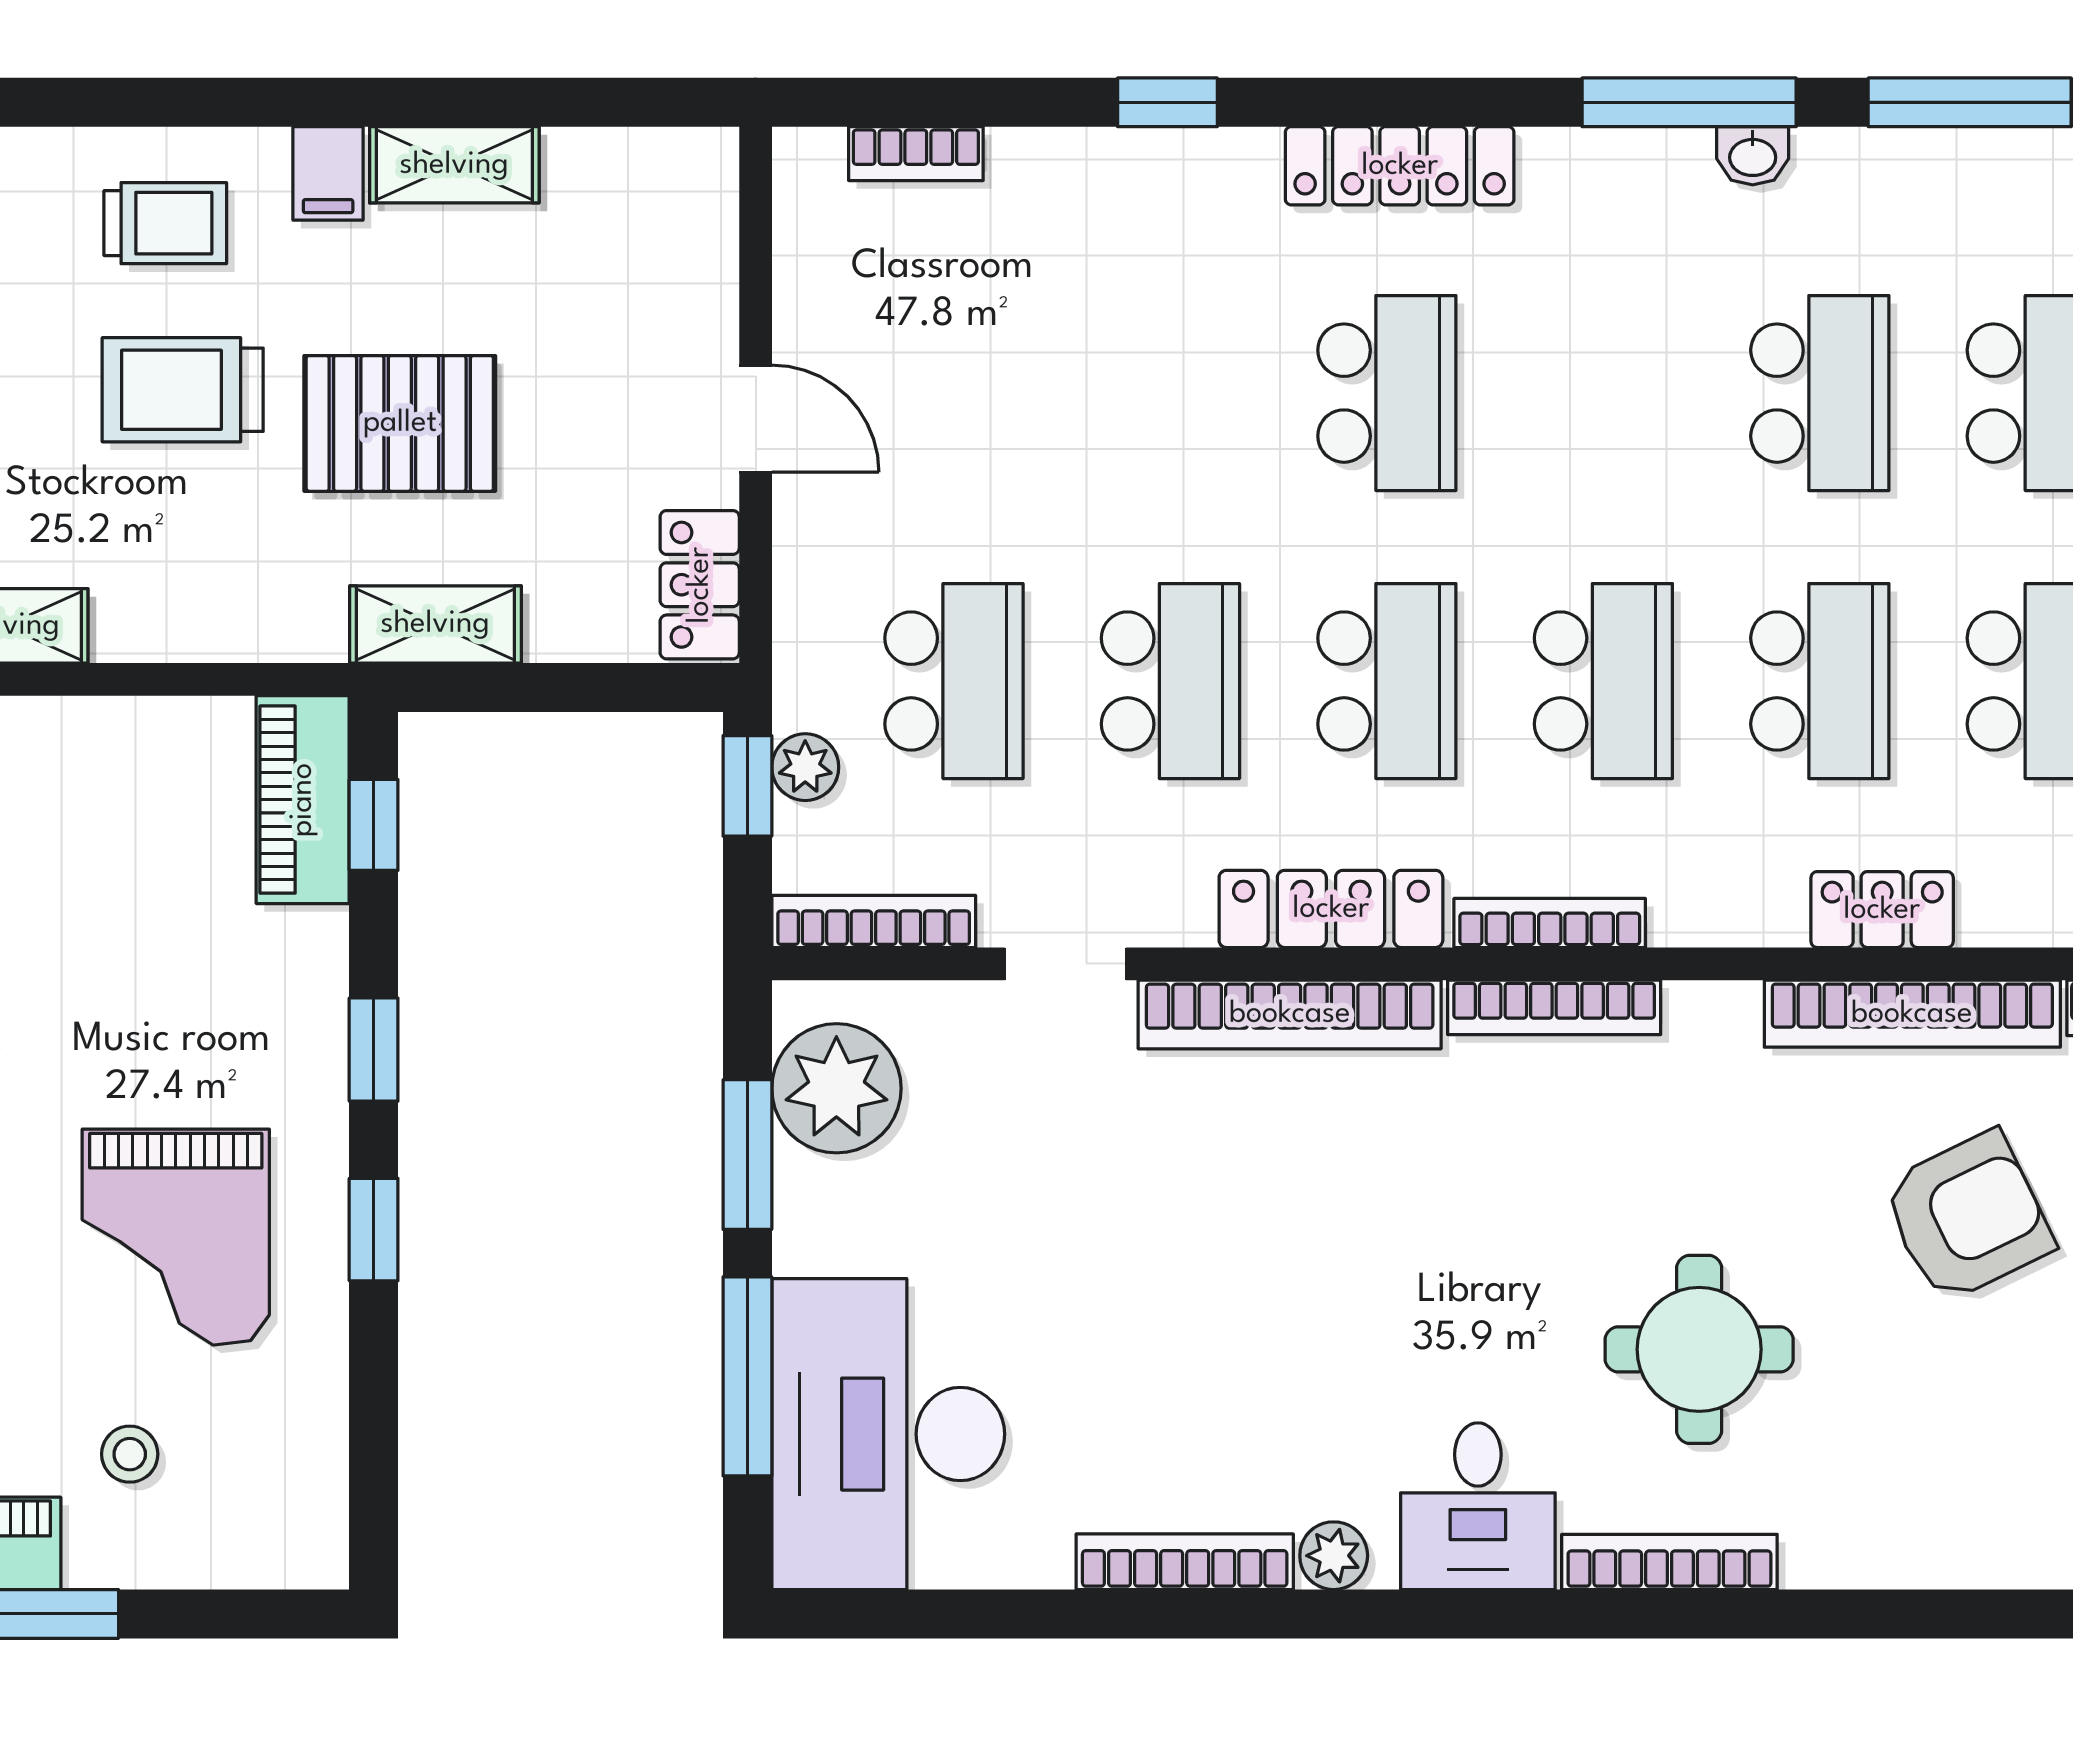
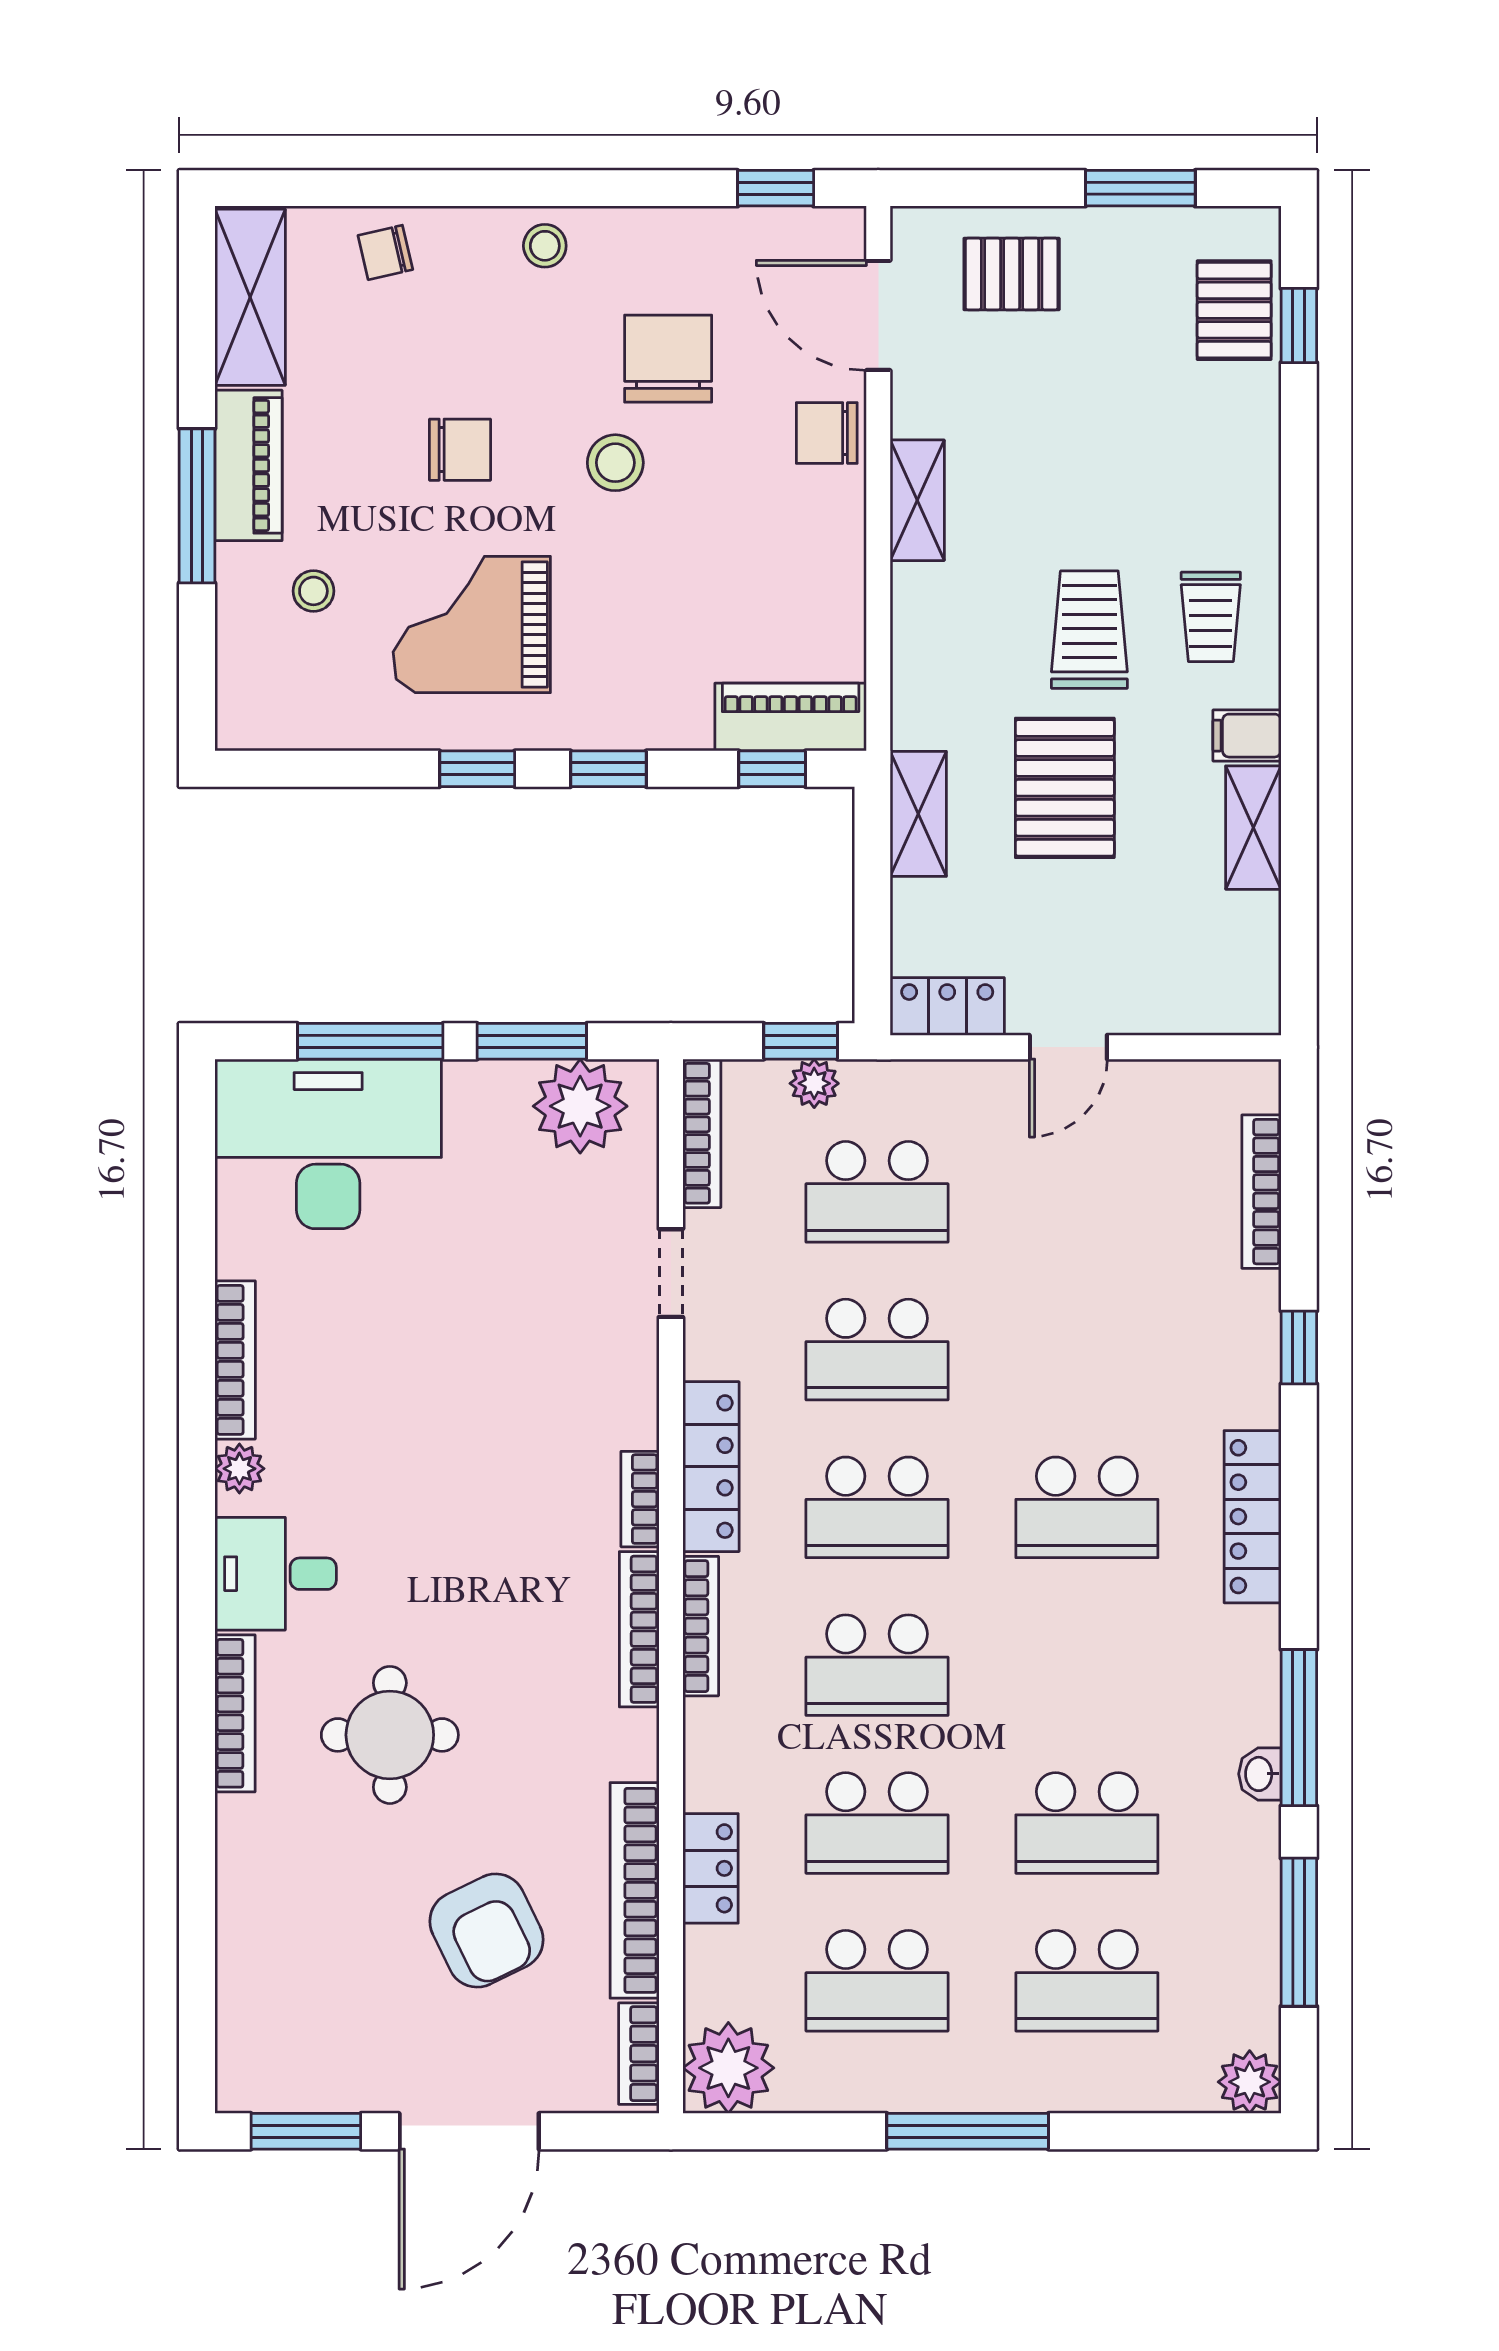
bookcase: (916, 154) -> (1261, 1192), width x1.56
bookcase: (1290, 1014) -> (640, 1499), width x0.43, depth x0.76

